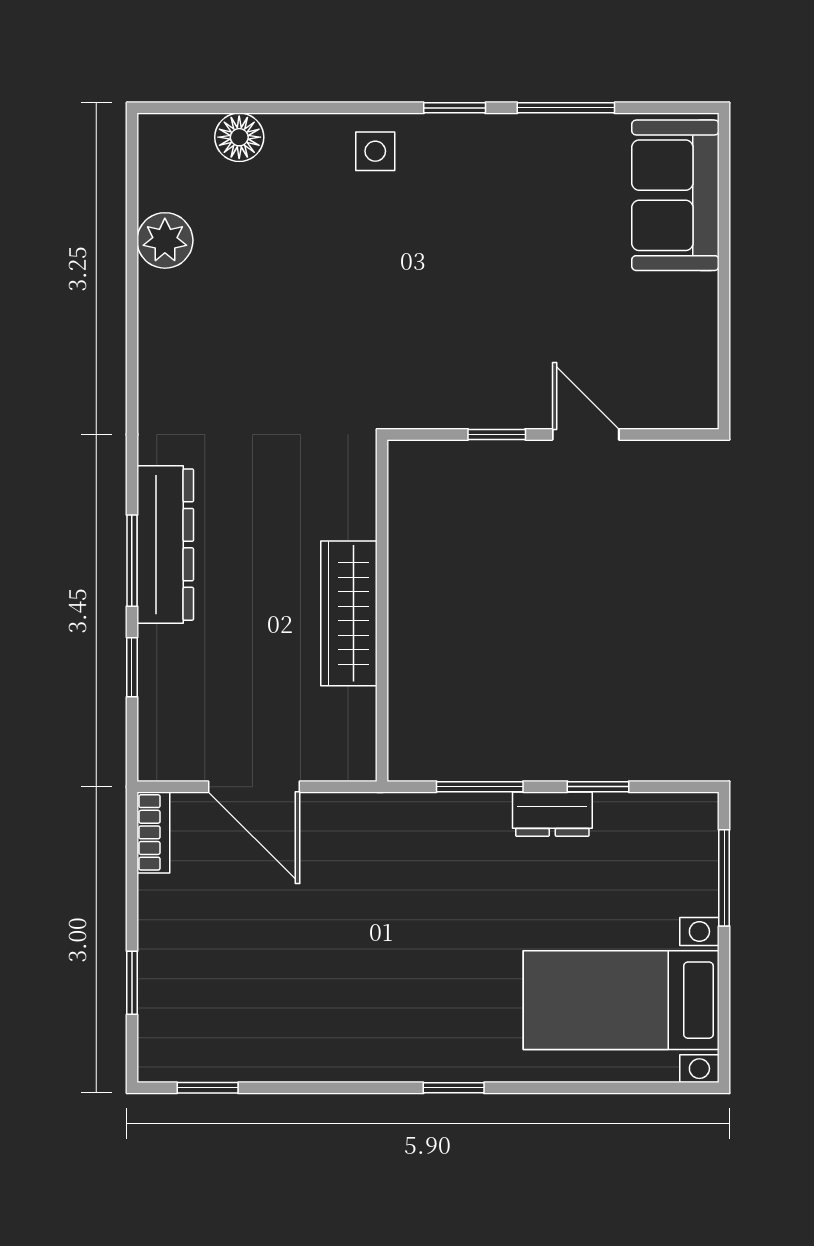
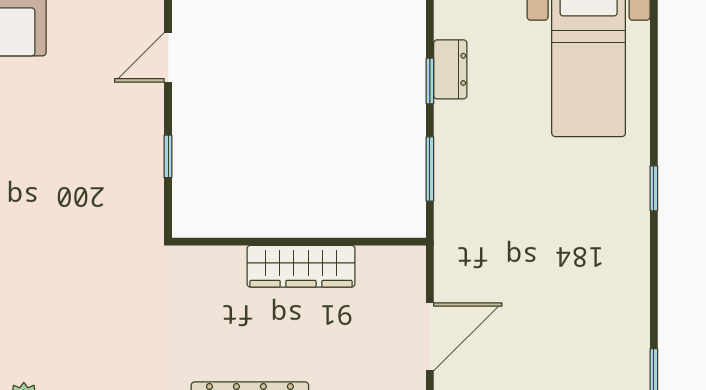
door: (586, 434) -> (168, 57), moved
dresser: (552, 814) -> (450, 69), moved

